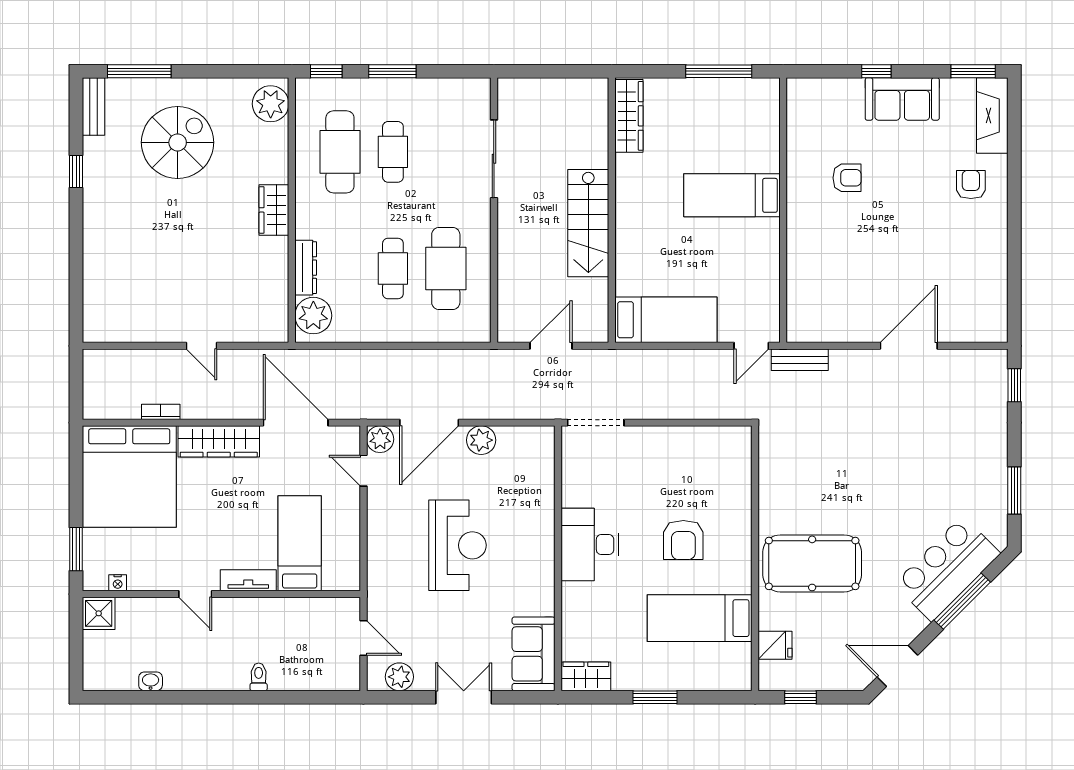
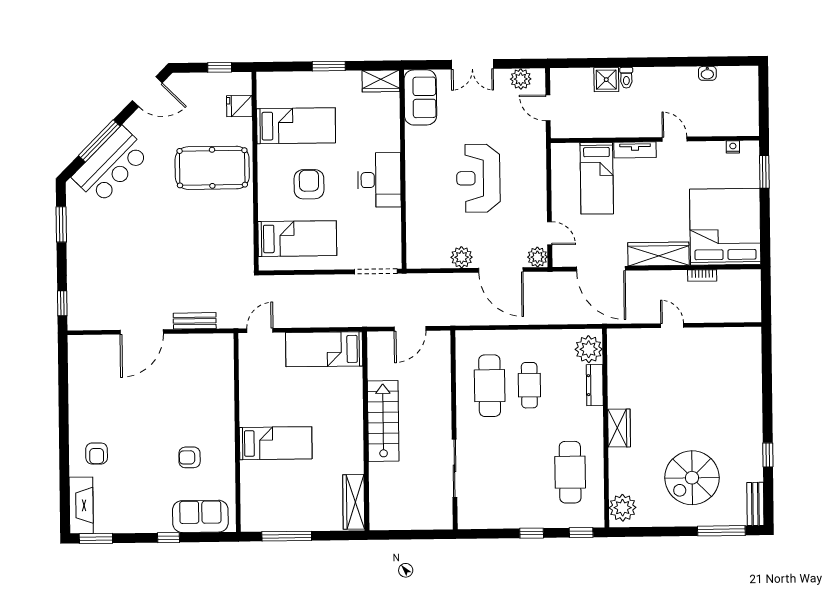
window: (392, 71) -> (532, 533), width x0.67
sofa: (902, 99) -> (200, 516), moved
cafe table: (393, 152) -> (530, 473), removed
bench: (800, 360) -> (195, 321), moved
door: (429, 423) -> (501, 270), swing flipped
bed: (700, 468) -> (297, 239), added
shower: (99, 613) -> (606, 80), moved

